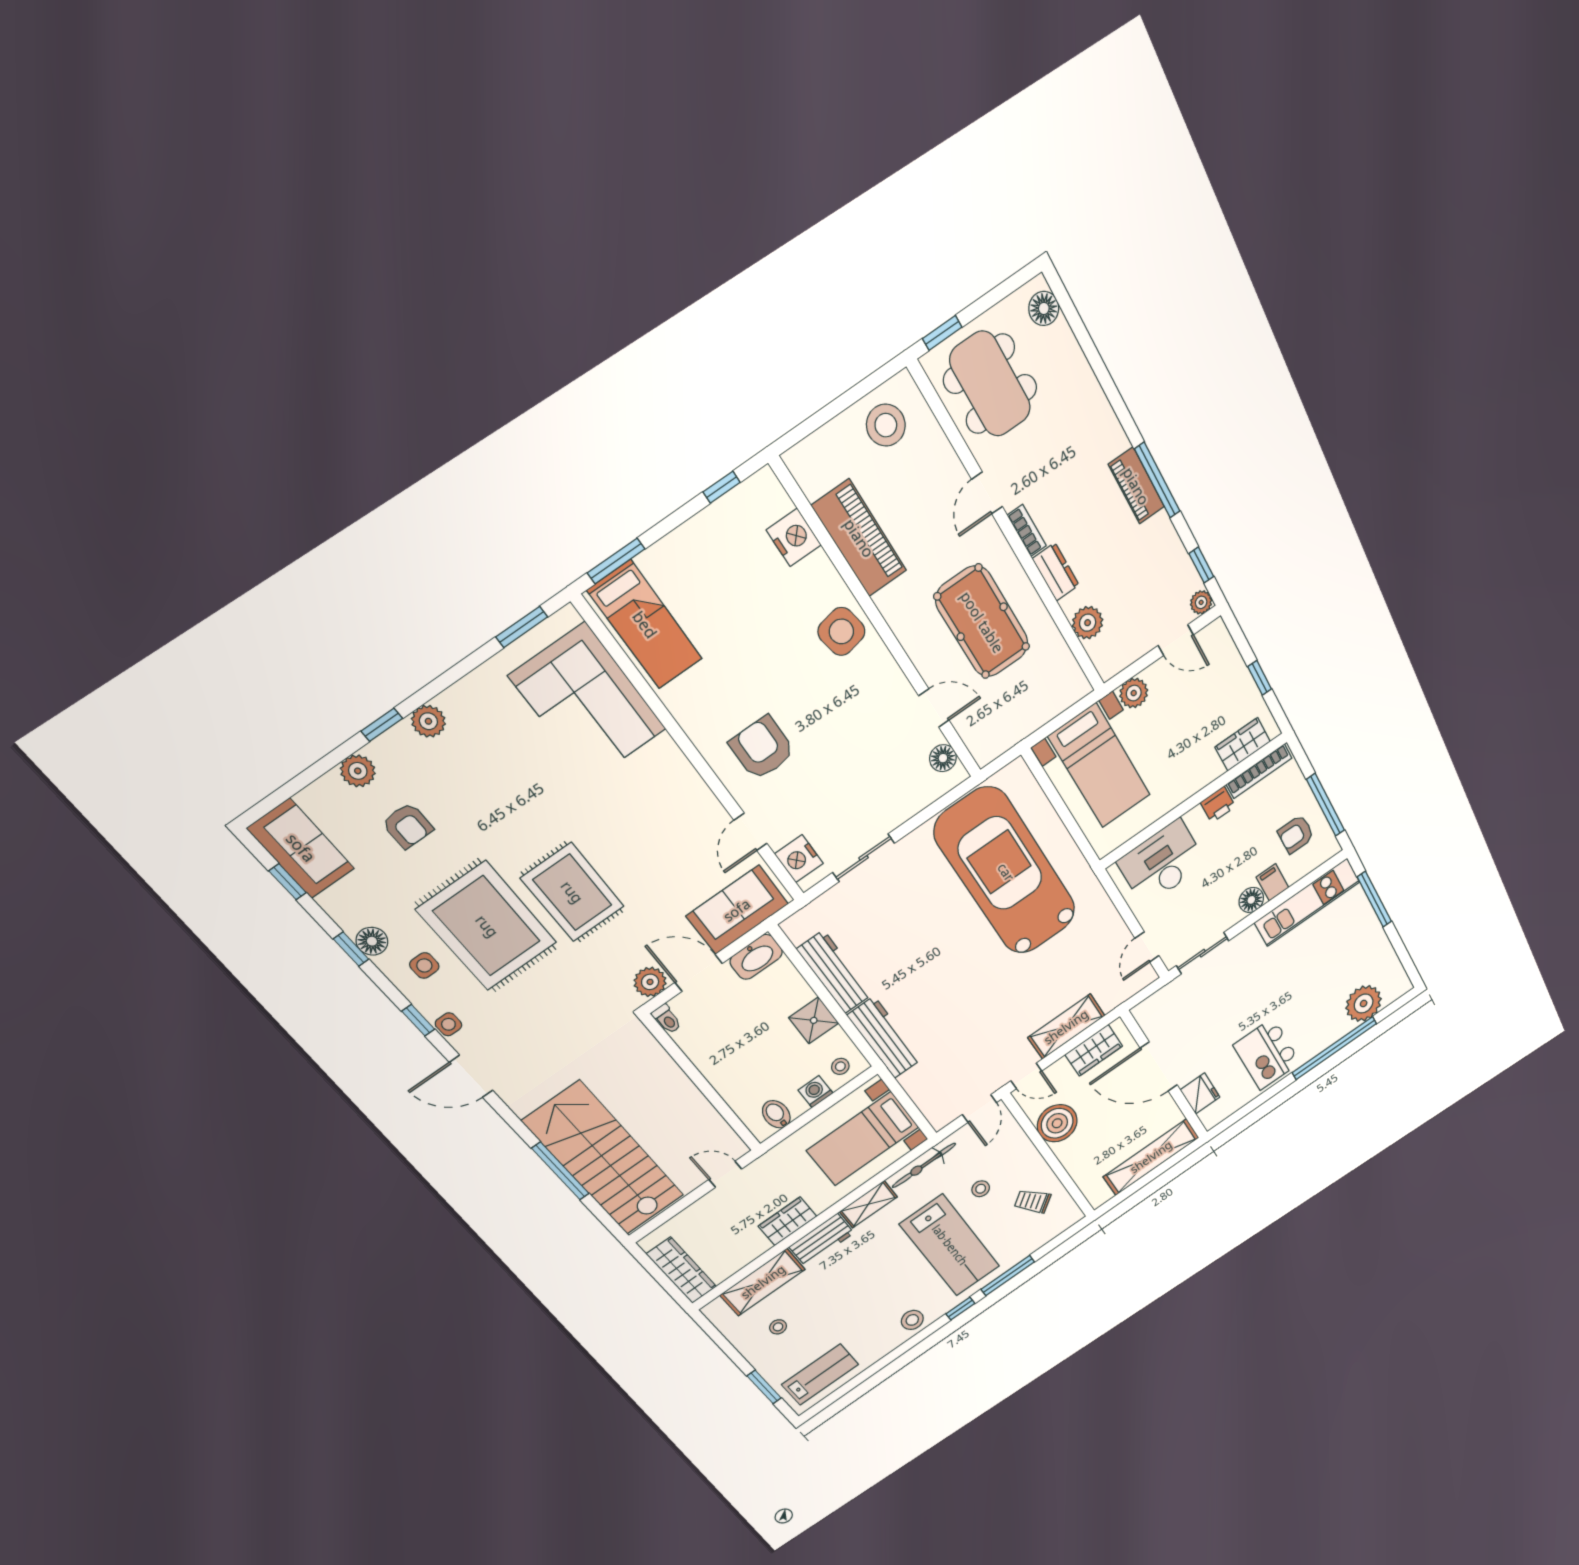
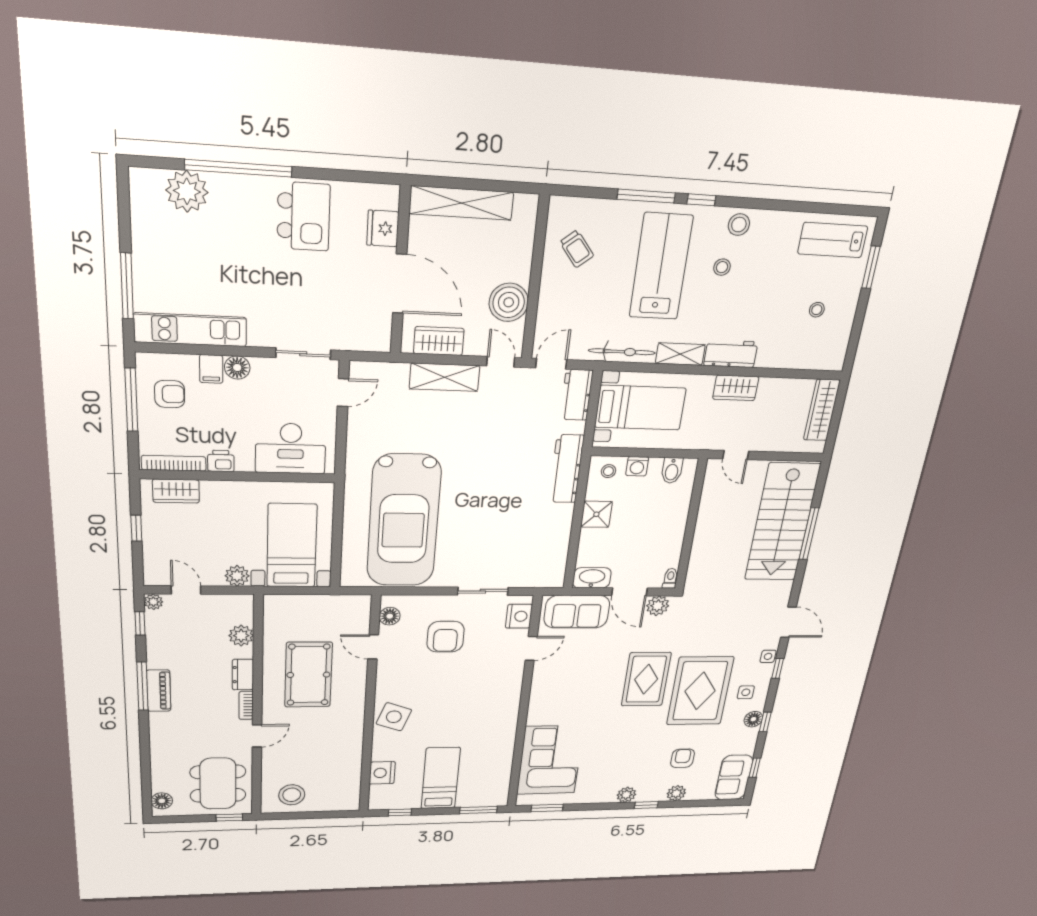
piano: (859, 538) -> (347, 754), removed
bed: (645, 625) -> (441, 778), moved
side table: (841, 631) -> (394, 717), turned 31
armchair: (762, 748) -> (446, 637), moved
workbench: (835, 972) -> (577, 395), moved, width x0.73
stool: (981, 1189) -> (722, 267), moved
shelving: (763, 1282) -> (791, 355), removed

